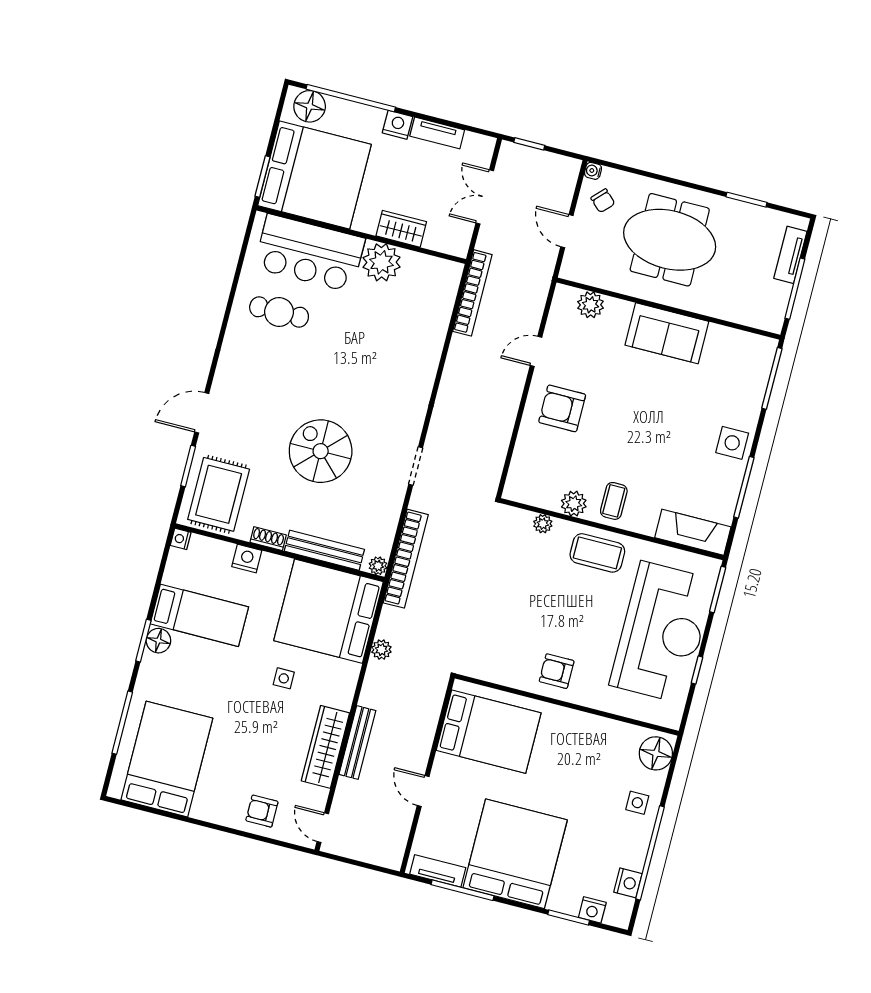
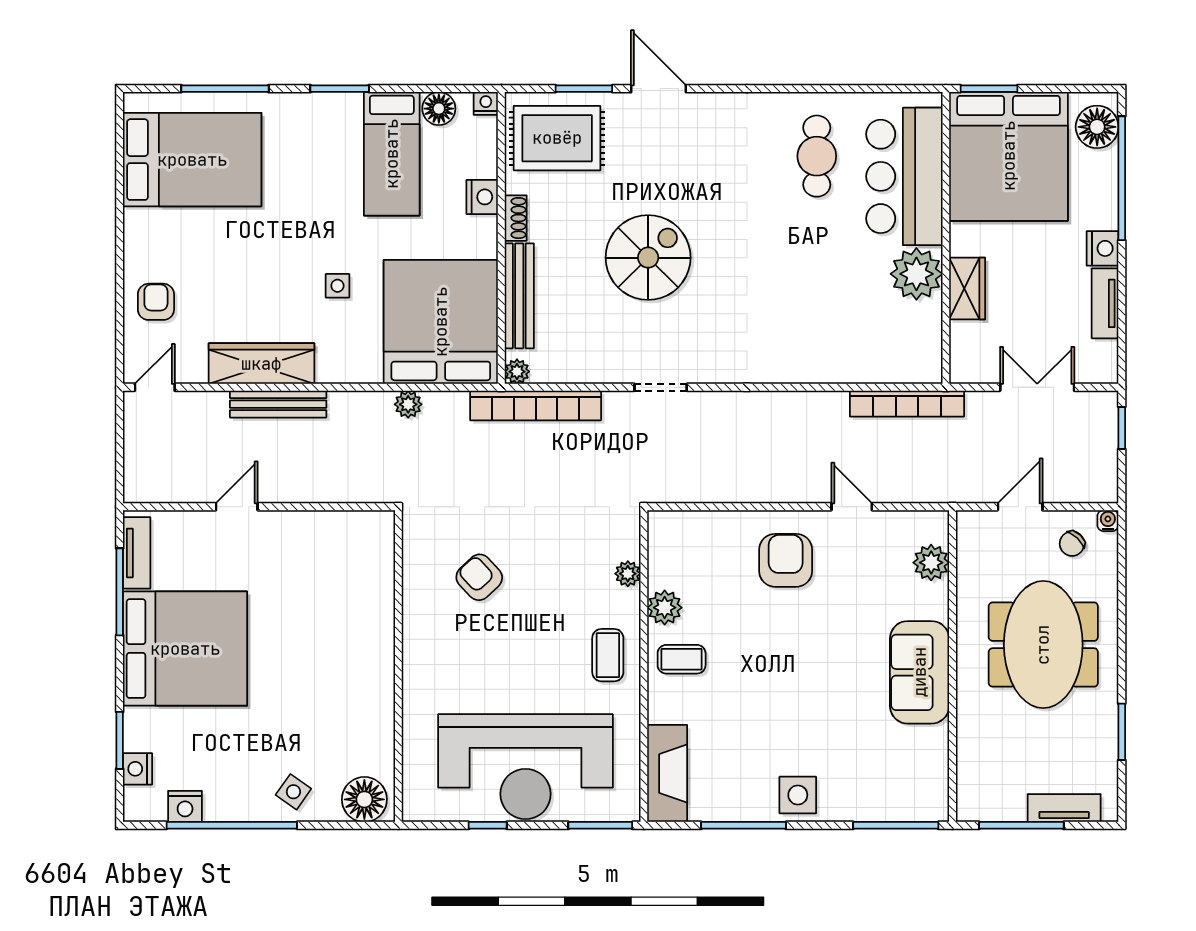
coffee table: (597, 553) -> (608, 655), width x0.73, depth x0.77
floor lamp: (158, 641) -> (439, 109), moved
armchair: (557, 671) -> (479, 577), moved, turned -43
bed: (489, 732) -> (337, 573), removed
side table: (637, 803) -> (293, 792), turned 35

